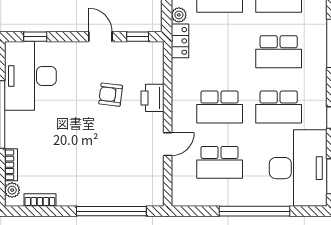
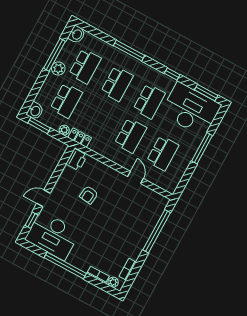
door: (100, 37) -> (43, 198), moved
window: (138, 37) -> (64, 161), removed
printer: (152, 98) -> (77, 160), moved, turned -90
window: (255, 211) -> (202, 148), width x0.68

